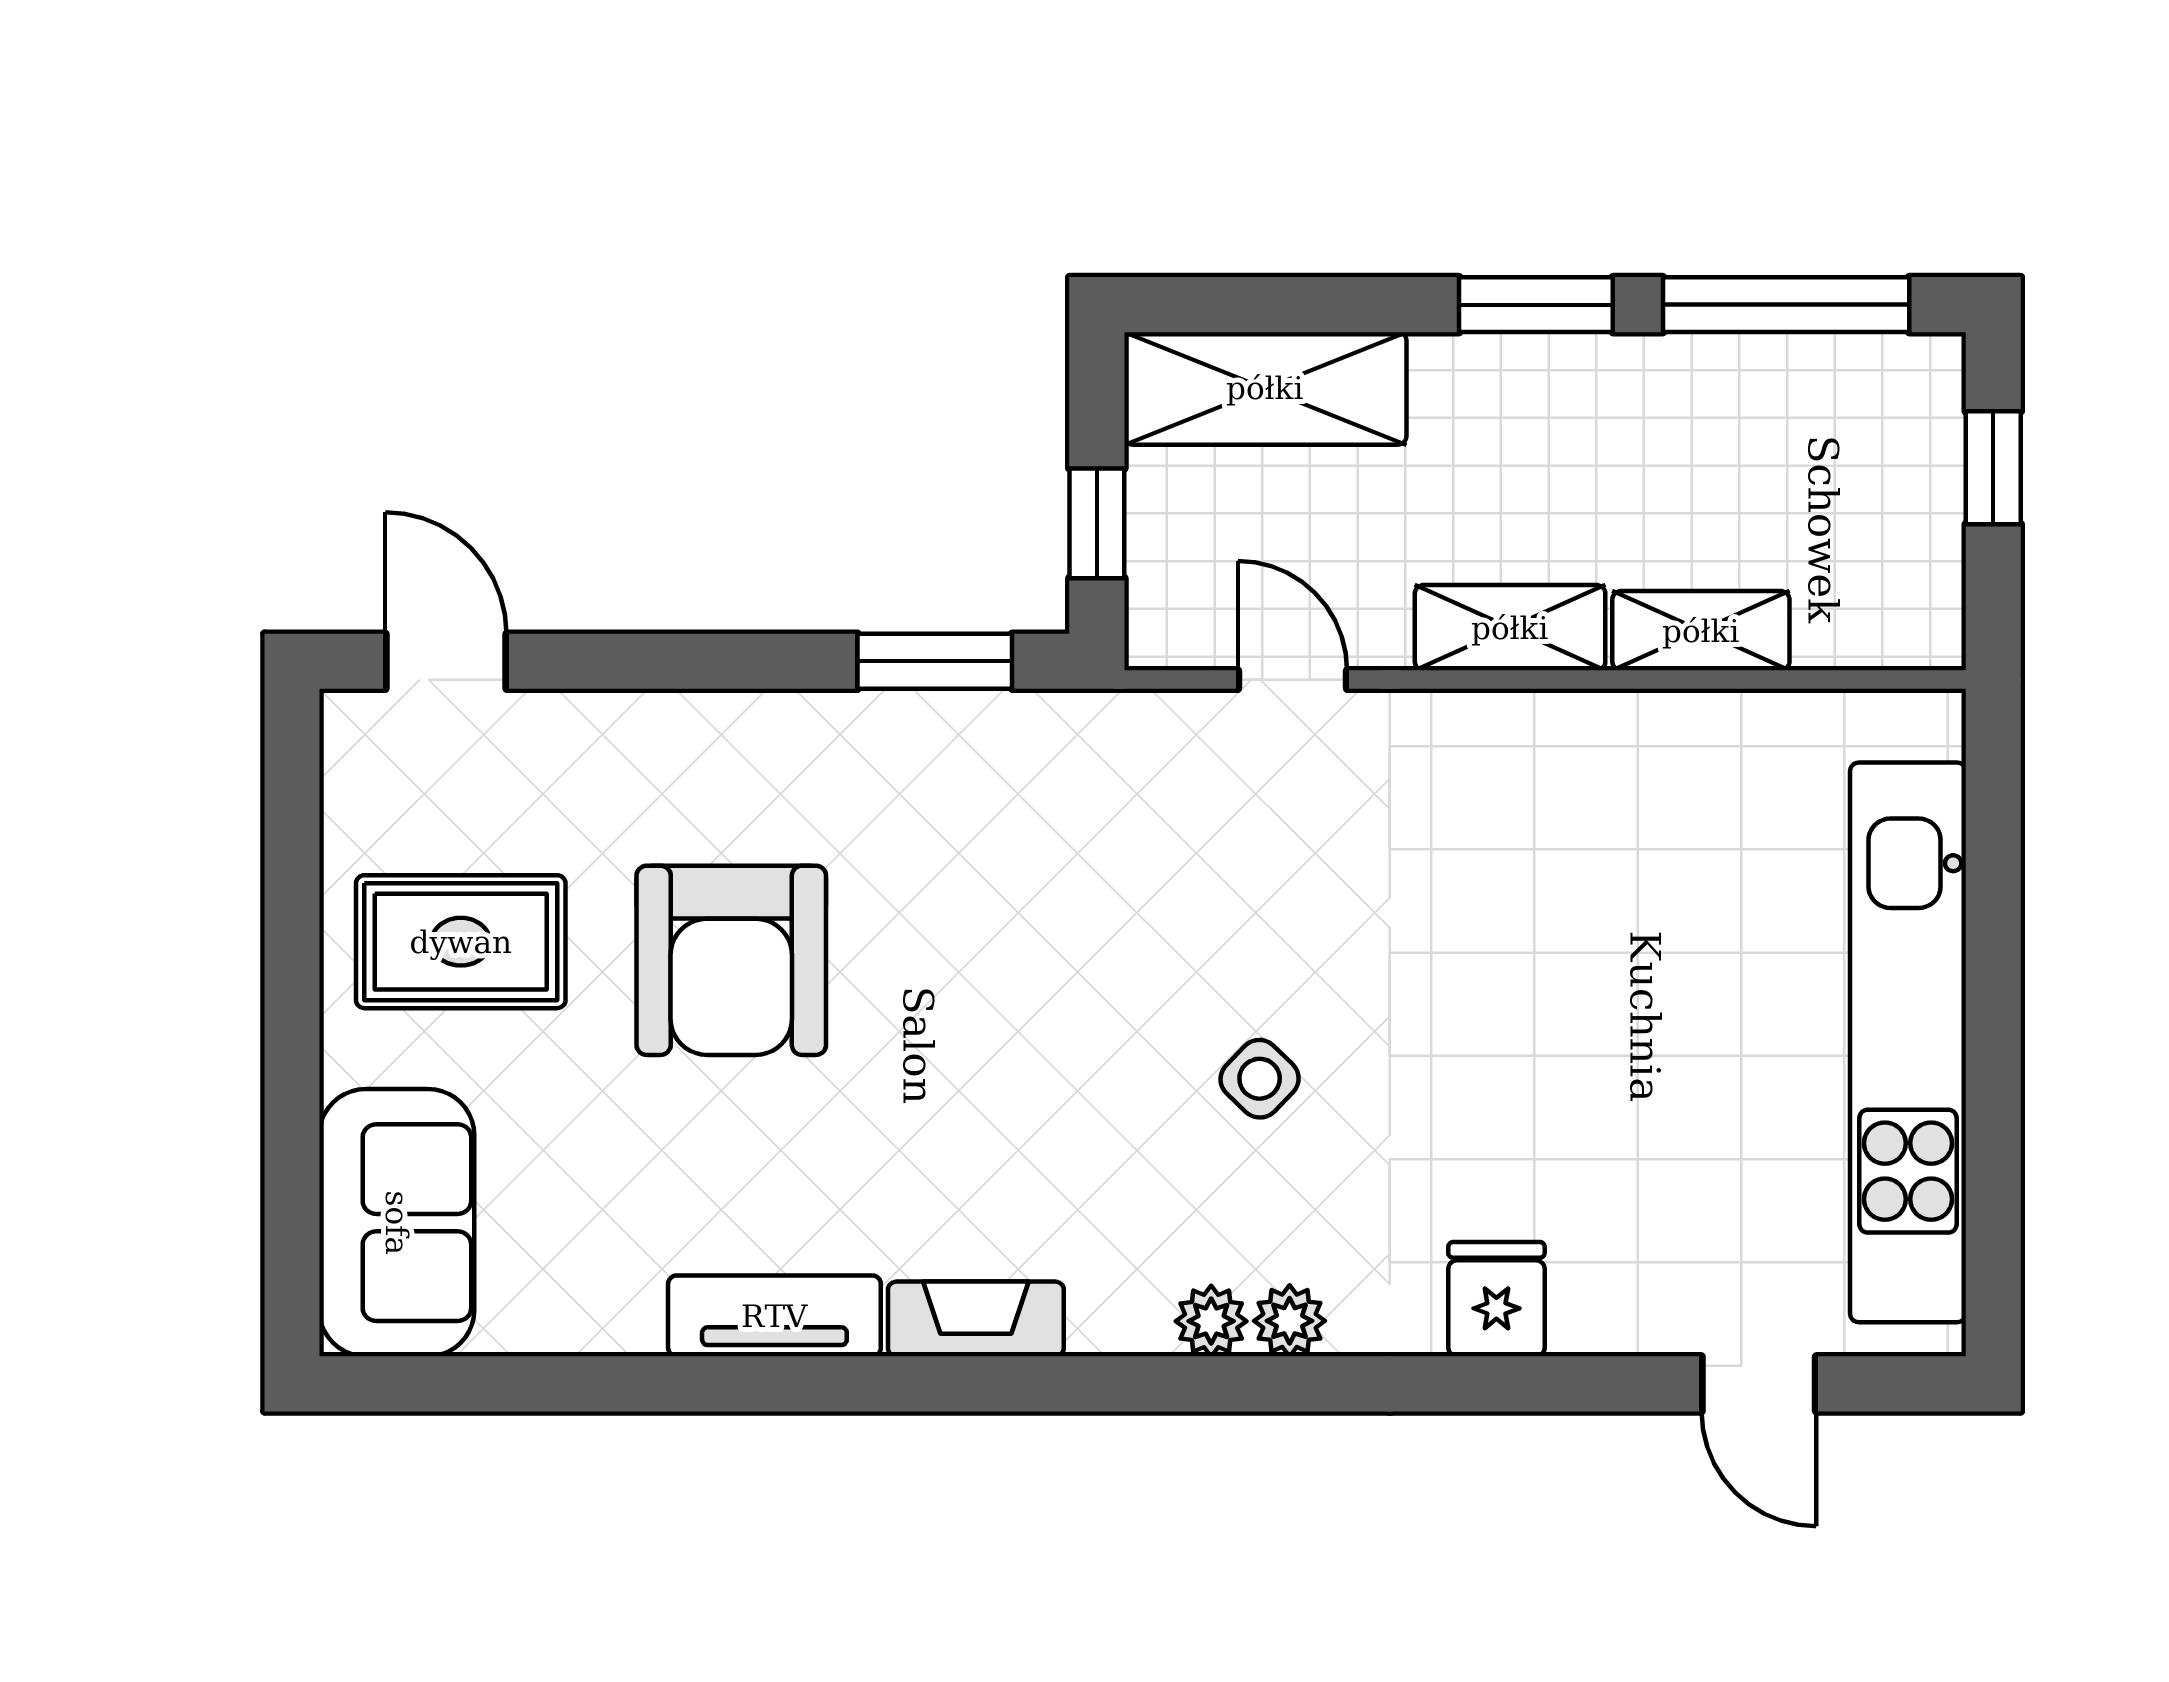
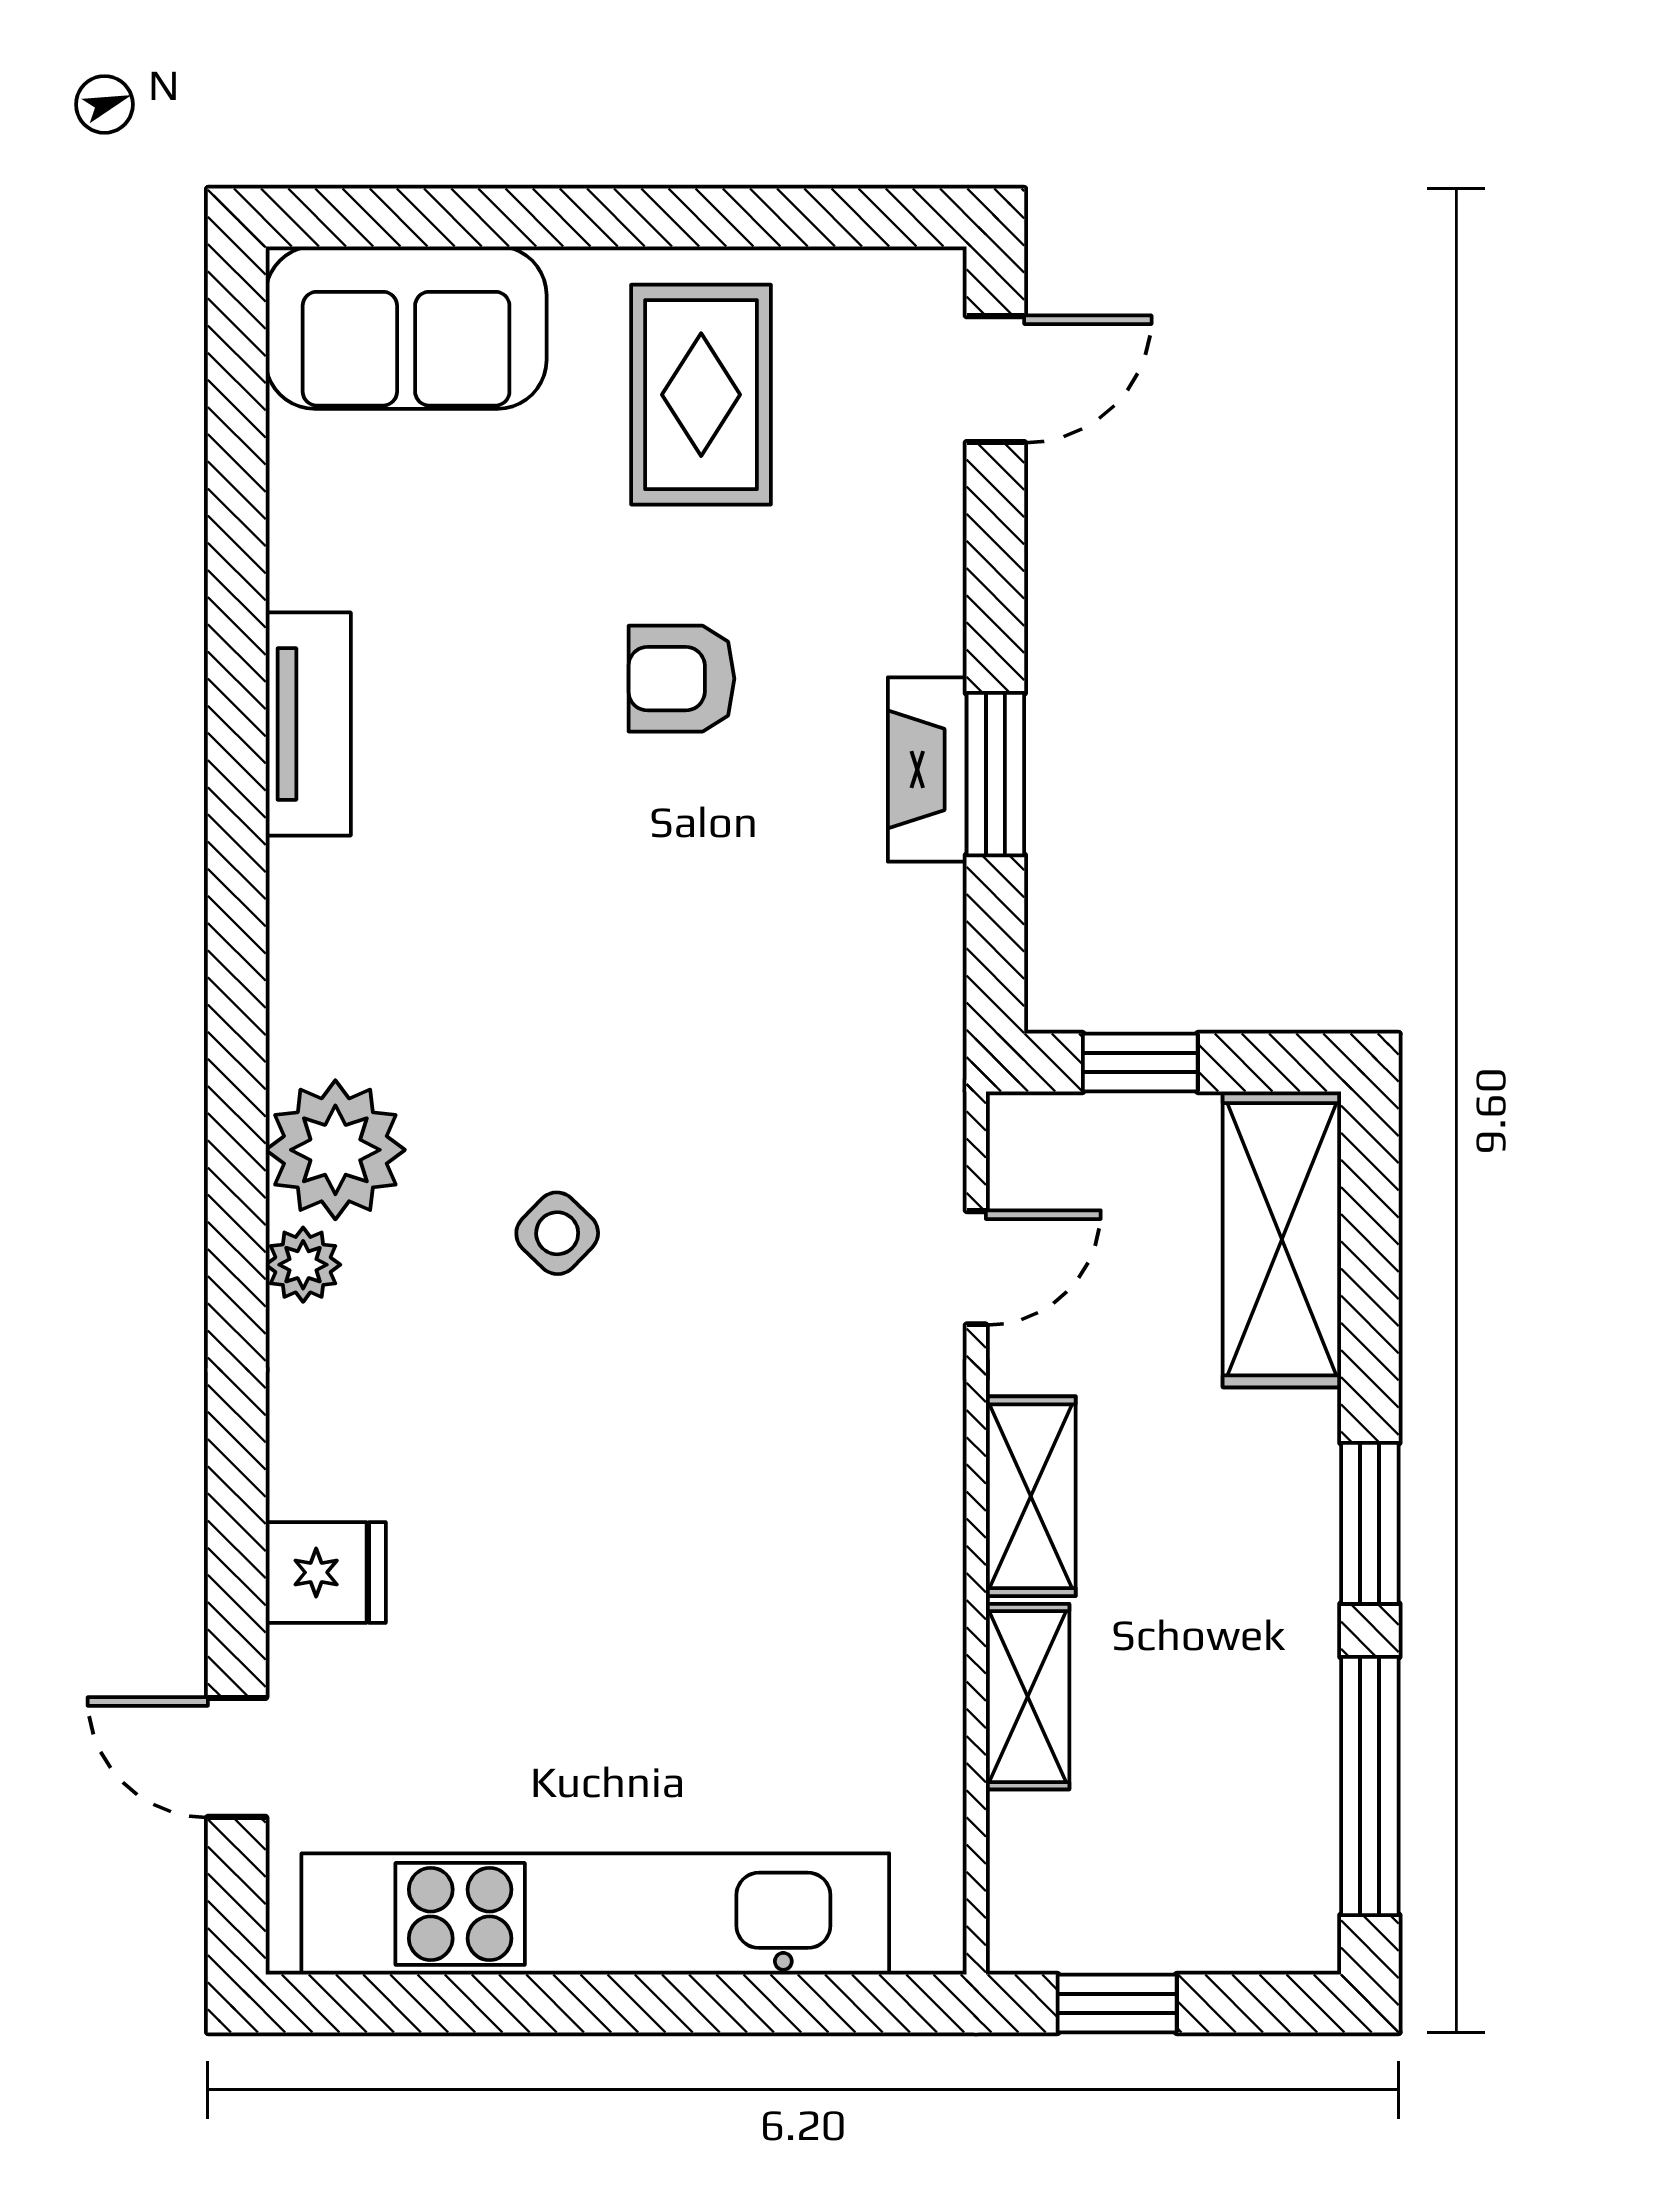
window: (1993, 468) -> (1117, 2004), moved
window: (935, 661) -> (995, 774), moved
armchair: (731, 960) -> (681, 679), width x0.53, depth x0.53
fridge: (1496, 1299) -> (326, 1572), moved
fireplace: (976, 1319) -> (927, 769), moved, turned 180
plant: (1211, 1321) -> (335, 1150), width x1.87, depth x1.87
door: (1759, 1384) -> (237, 1757), hinge flipped

